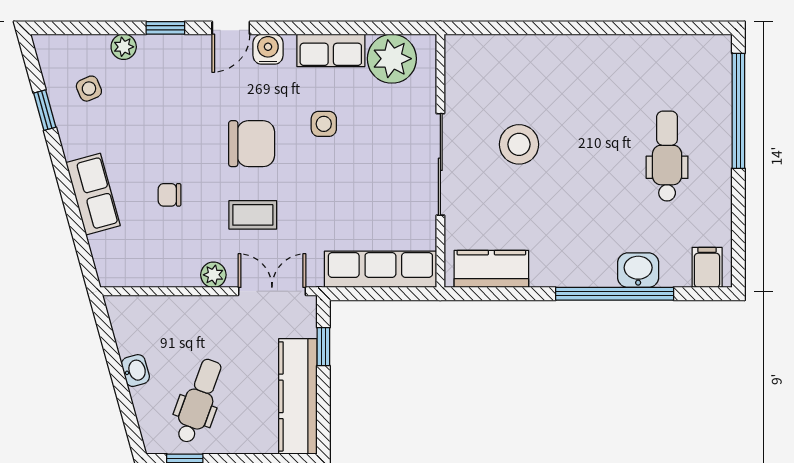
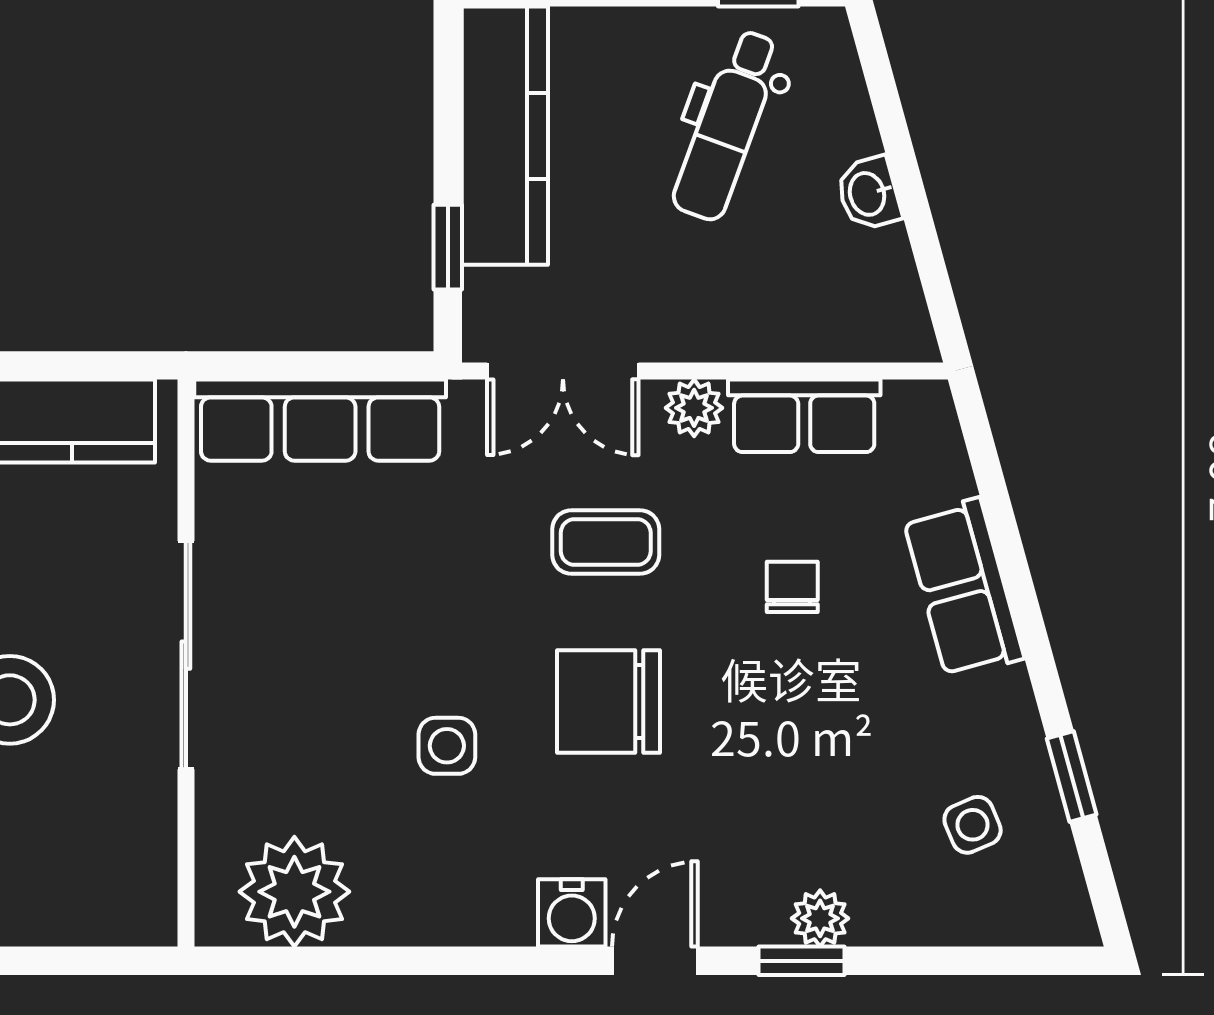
plant: (124, 47) -> (820, 918), moved
row of seats: (331, 50) -> (804, 416), moved, turned 180
chair: (169, 195) -> (792, 587), turned -90

